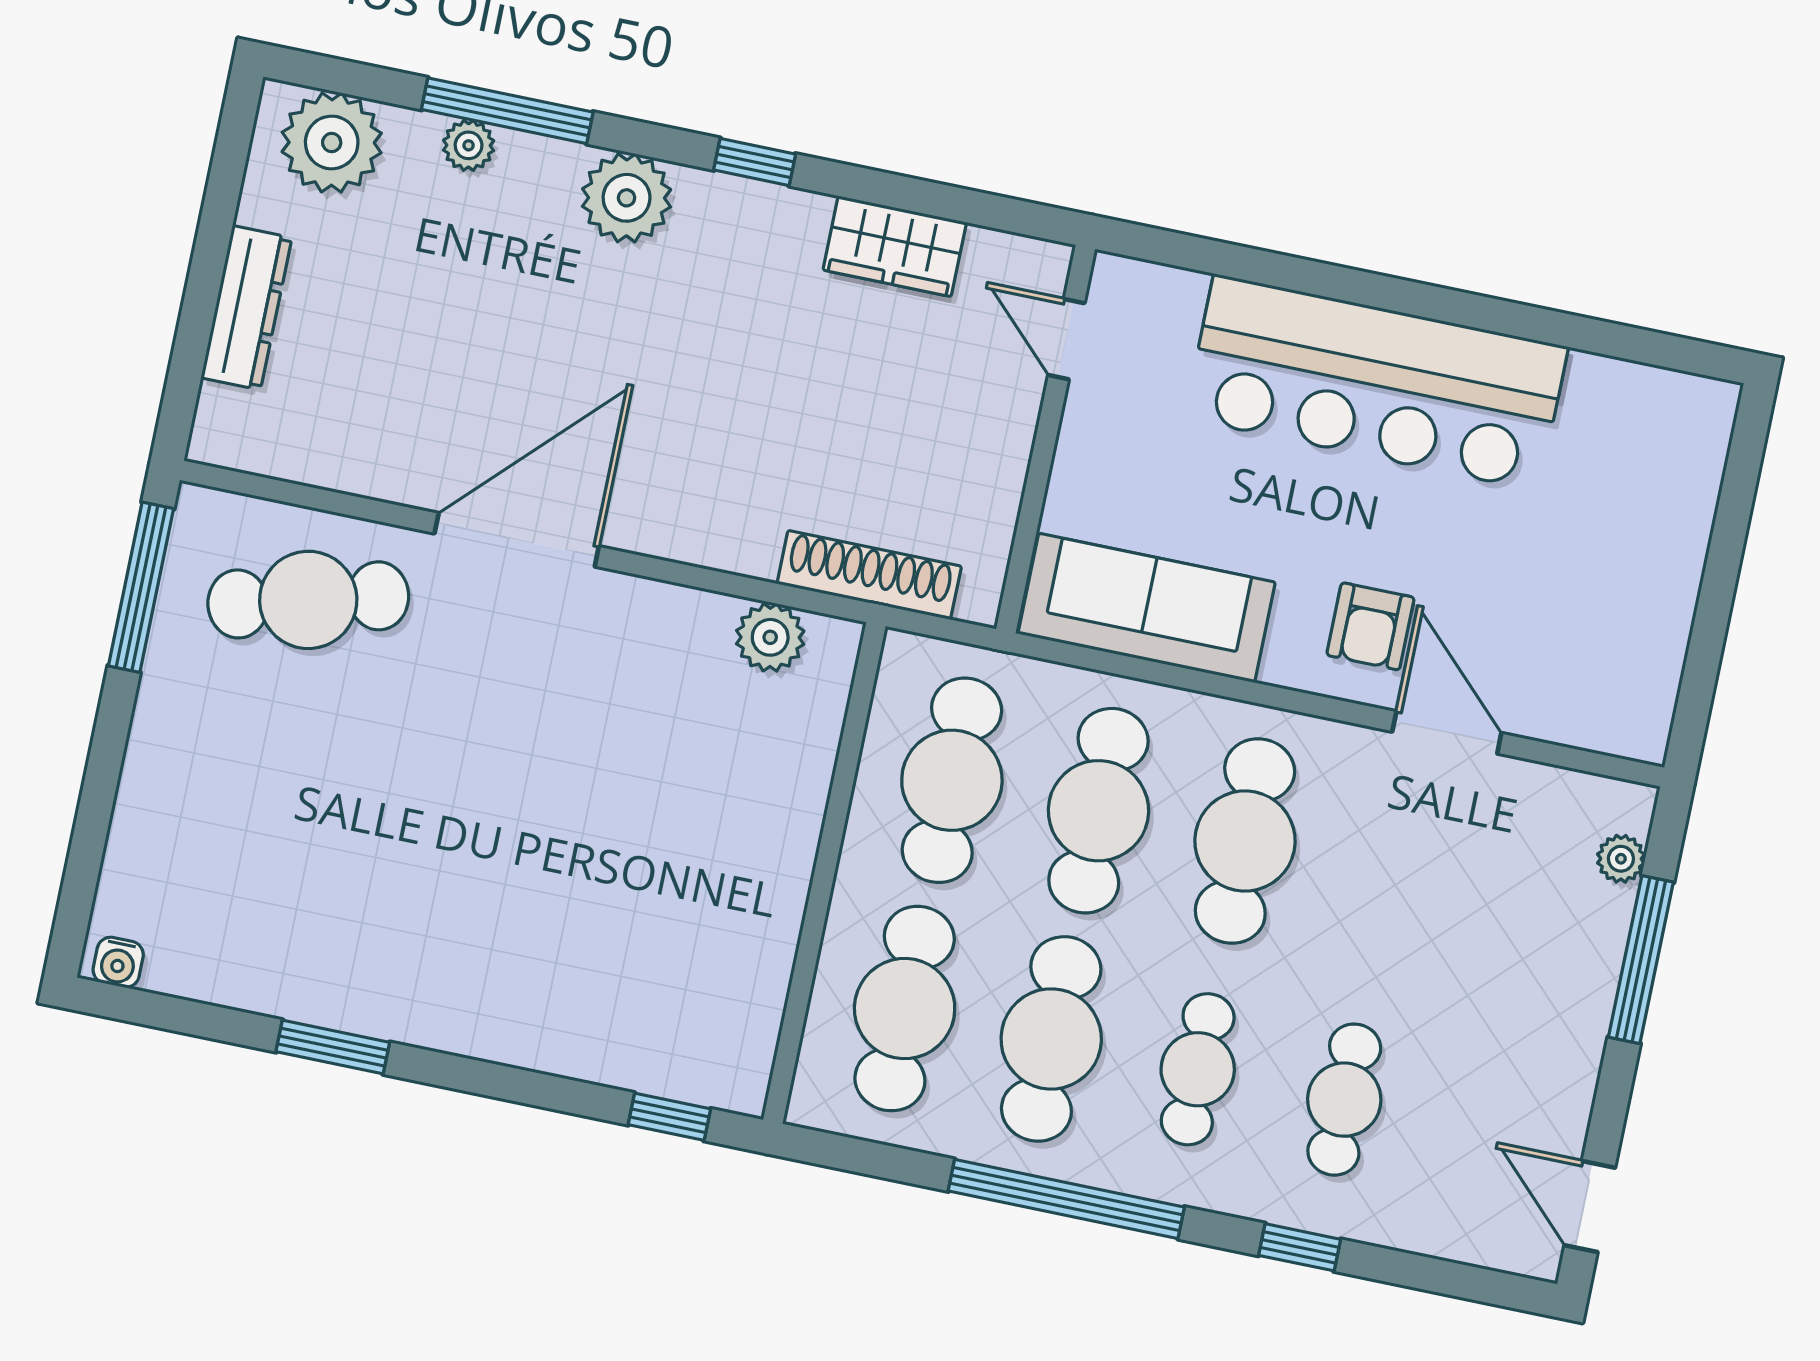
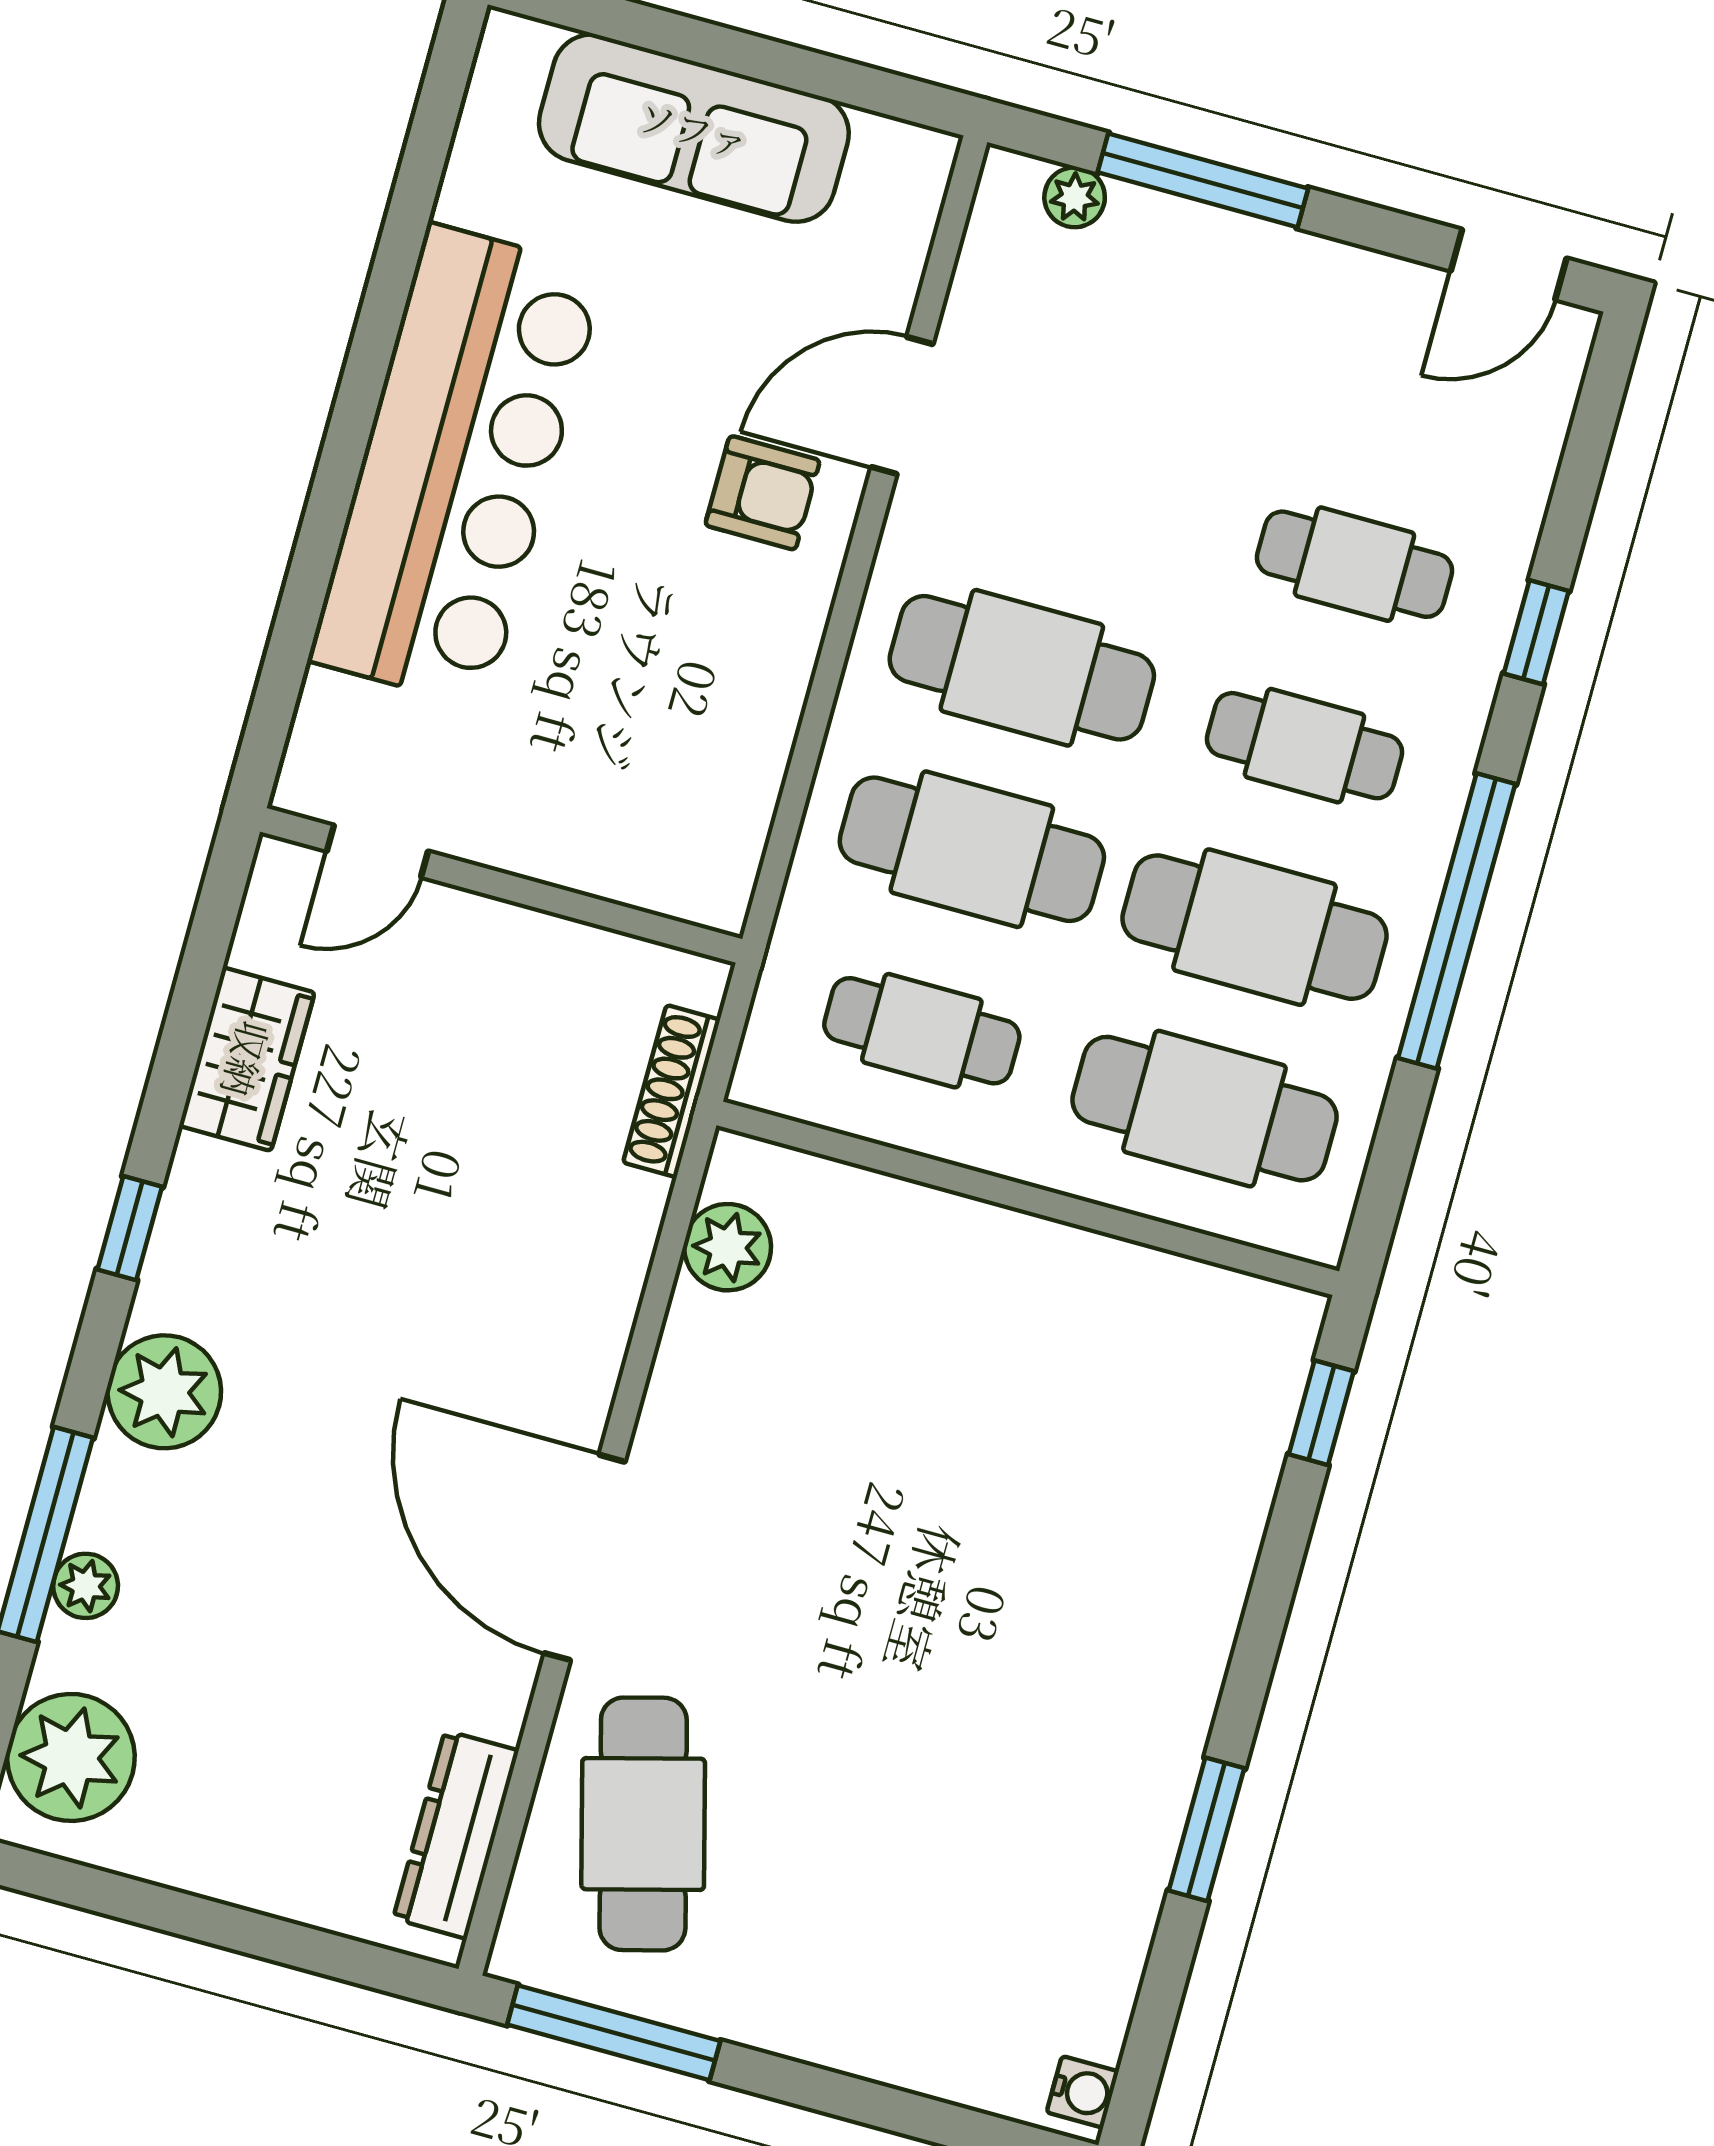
dresser: (246, 308) -> (456, 1835), moved, turned -90
shoe rack: (869, 575) -> (672, 1091), width x0.74, depth x0.81
sofa: (1147, 608) -> (694, 128), moved, turned -90
cafe table: (952, 780) -> (922, 1031), width x0.73, depth x0.74

